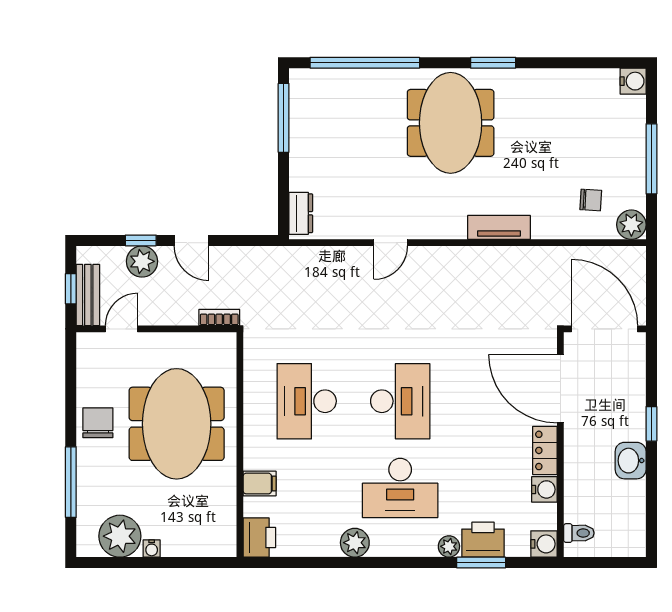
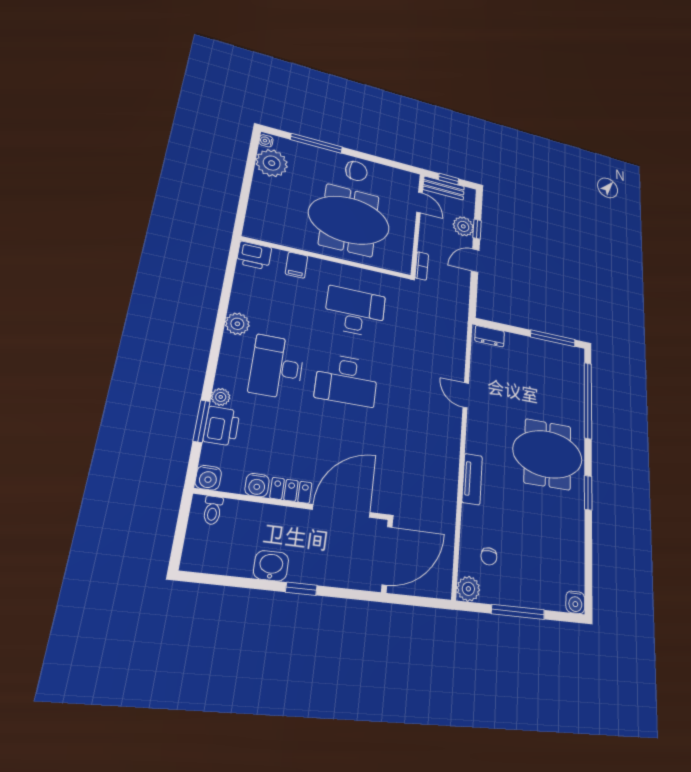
water cooler: (152, 549) -> (266, 141), moved

